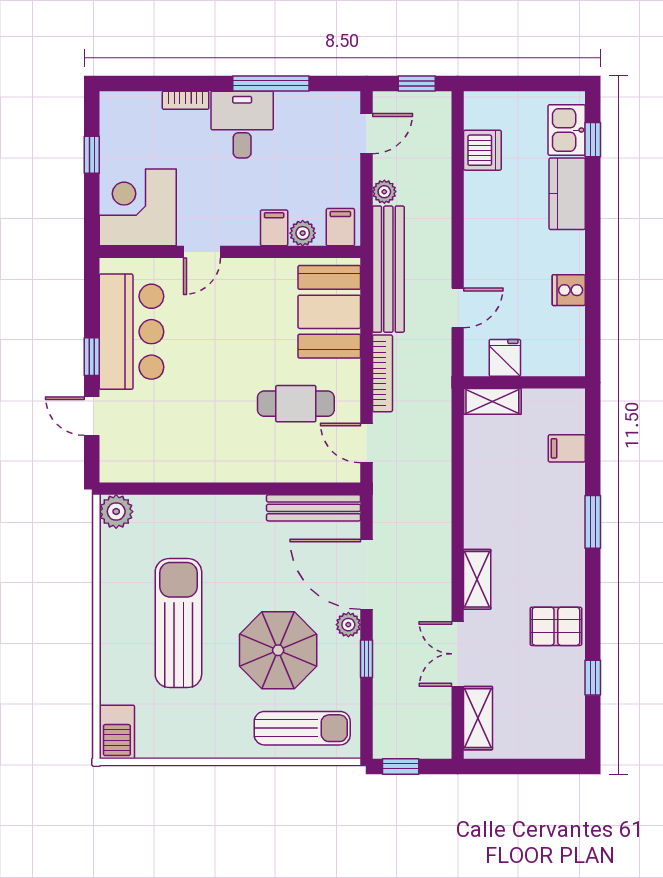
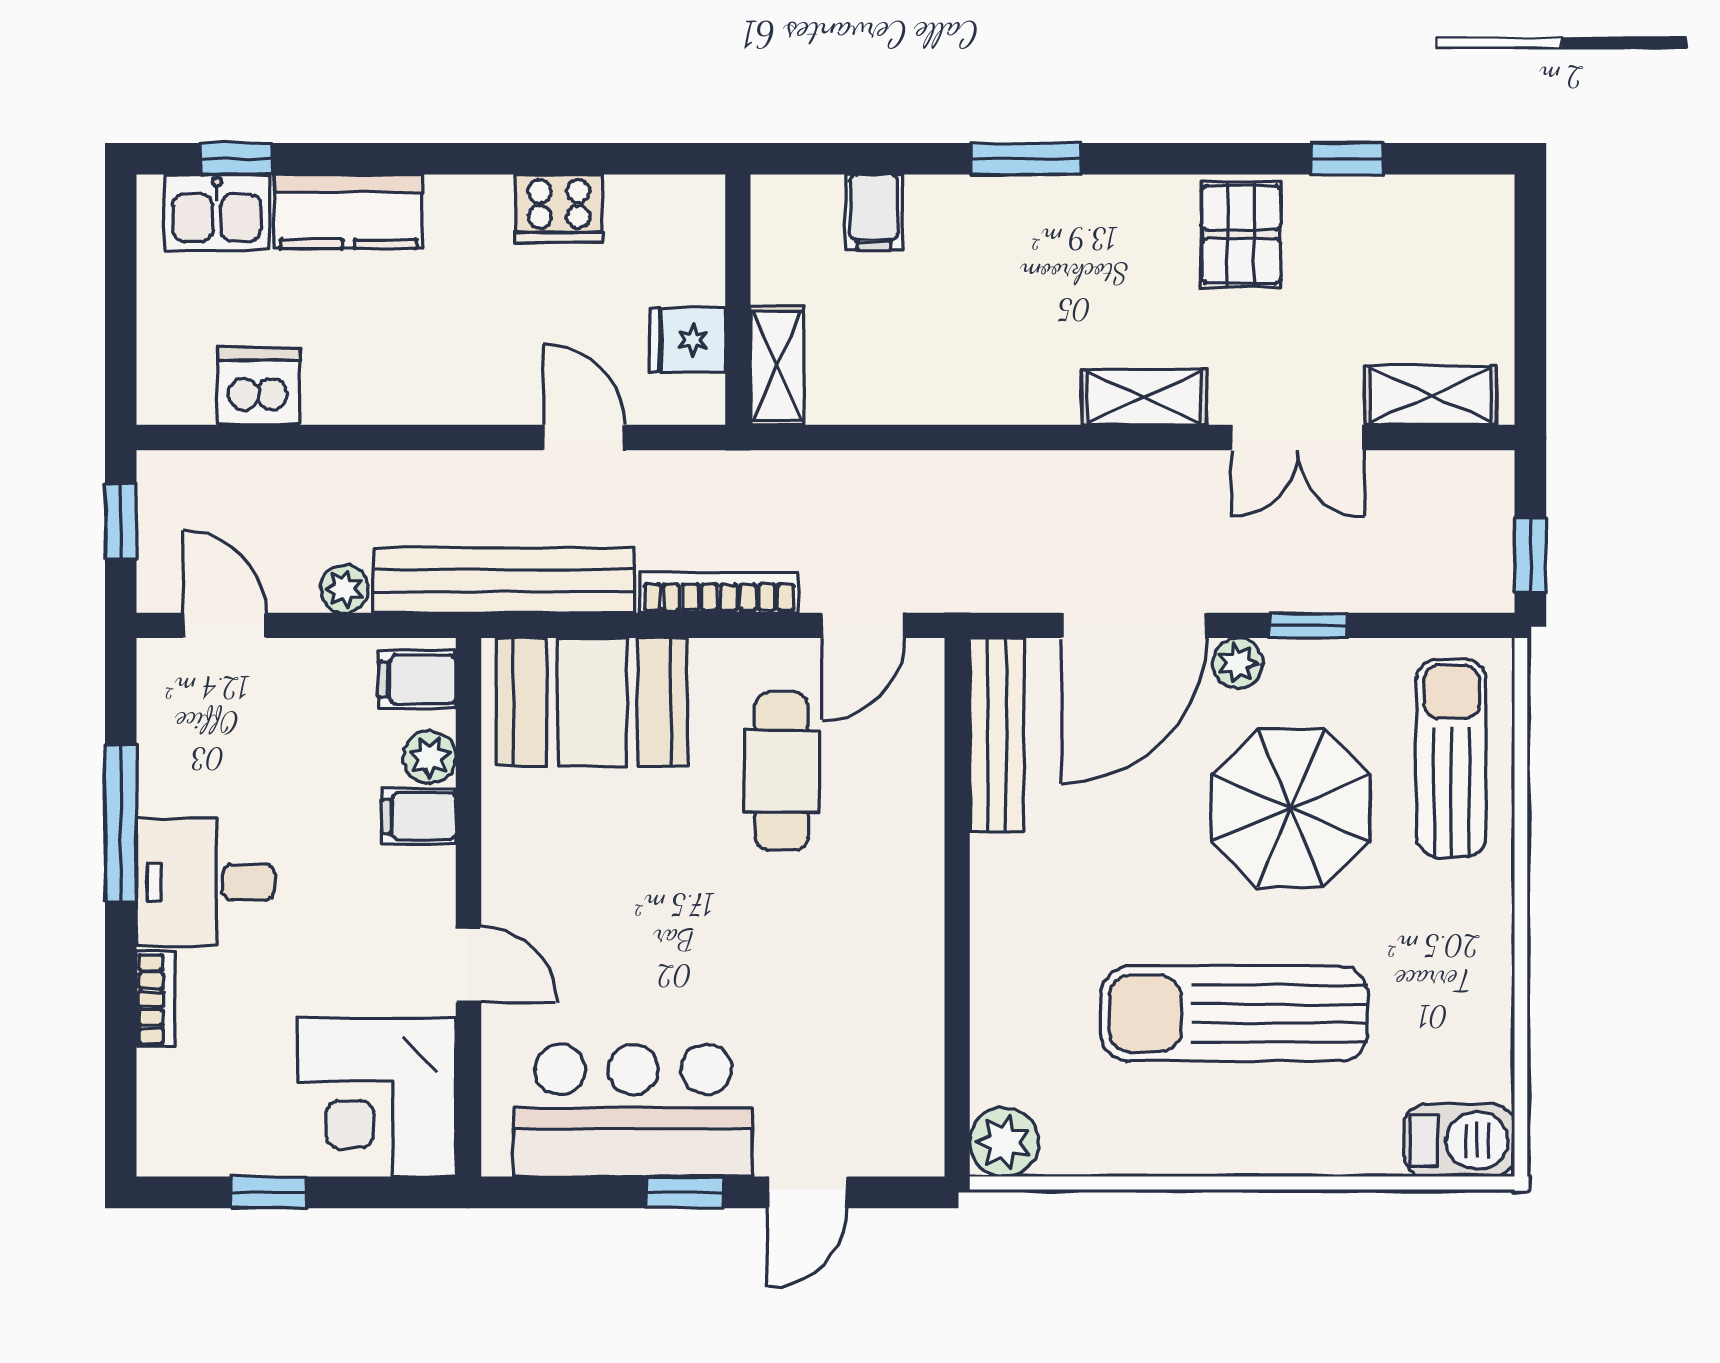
cooker: (569, 290) -> (559, 208), width x1.36

